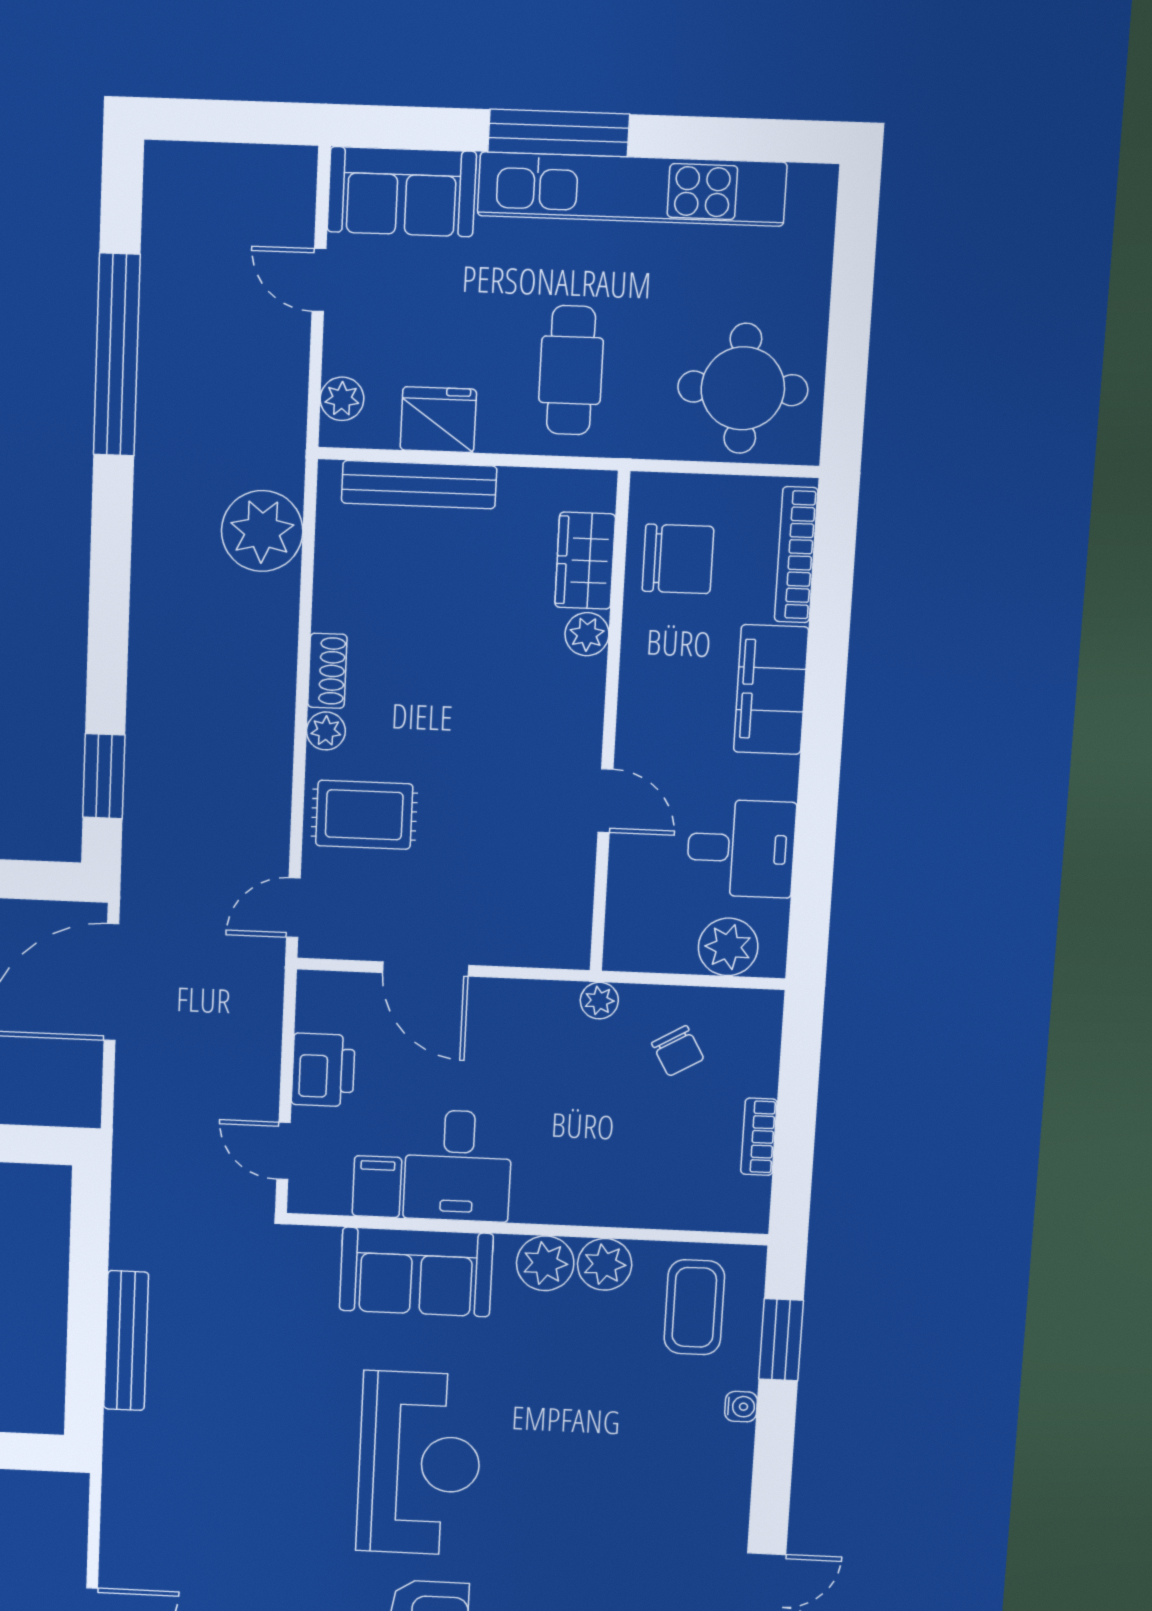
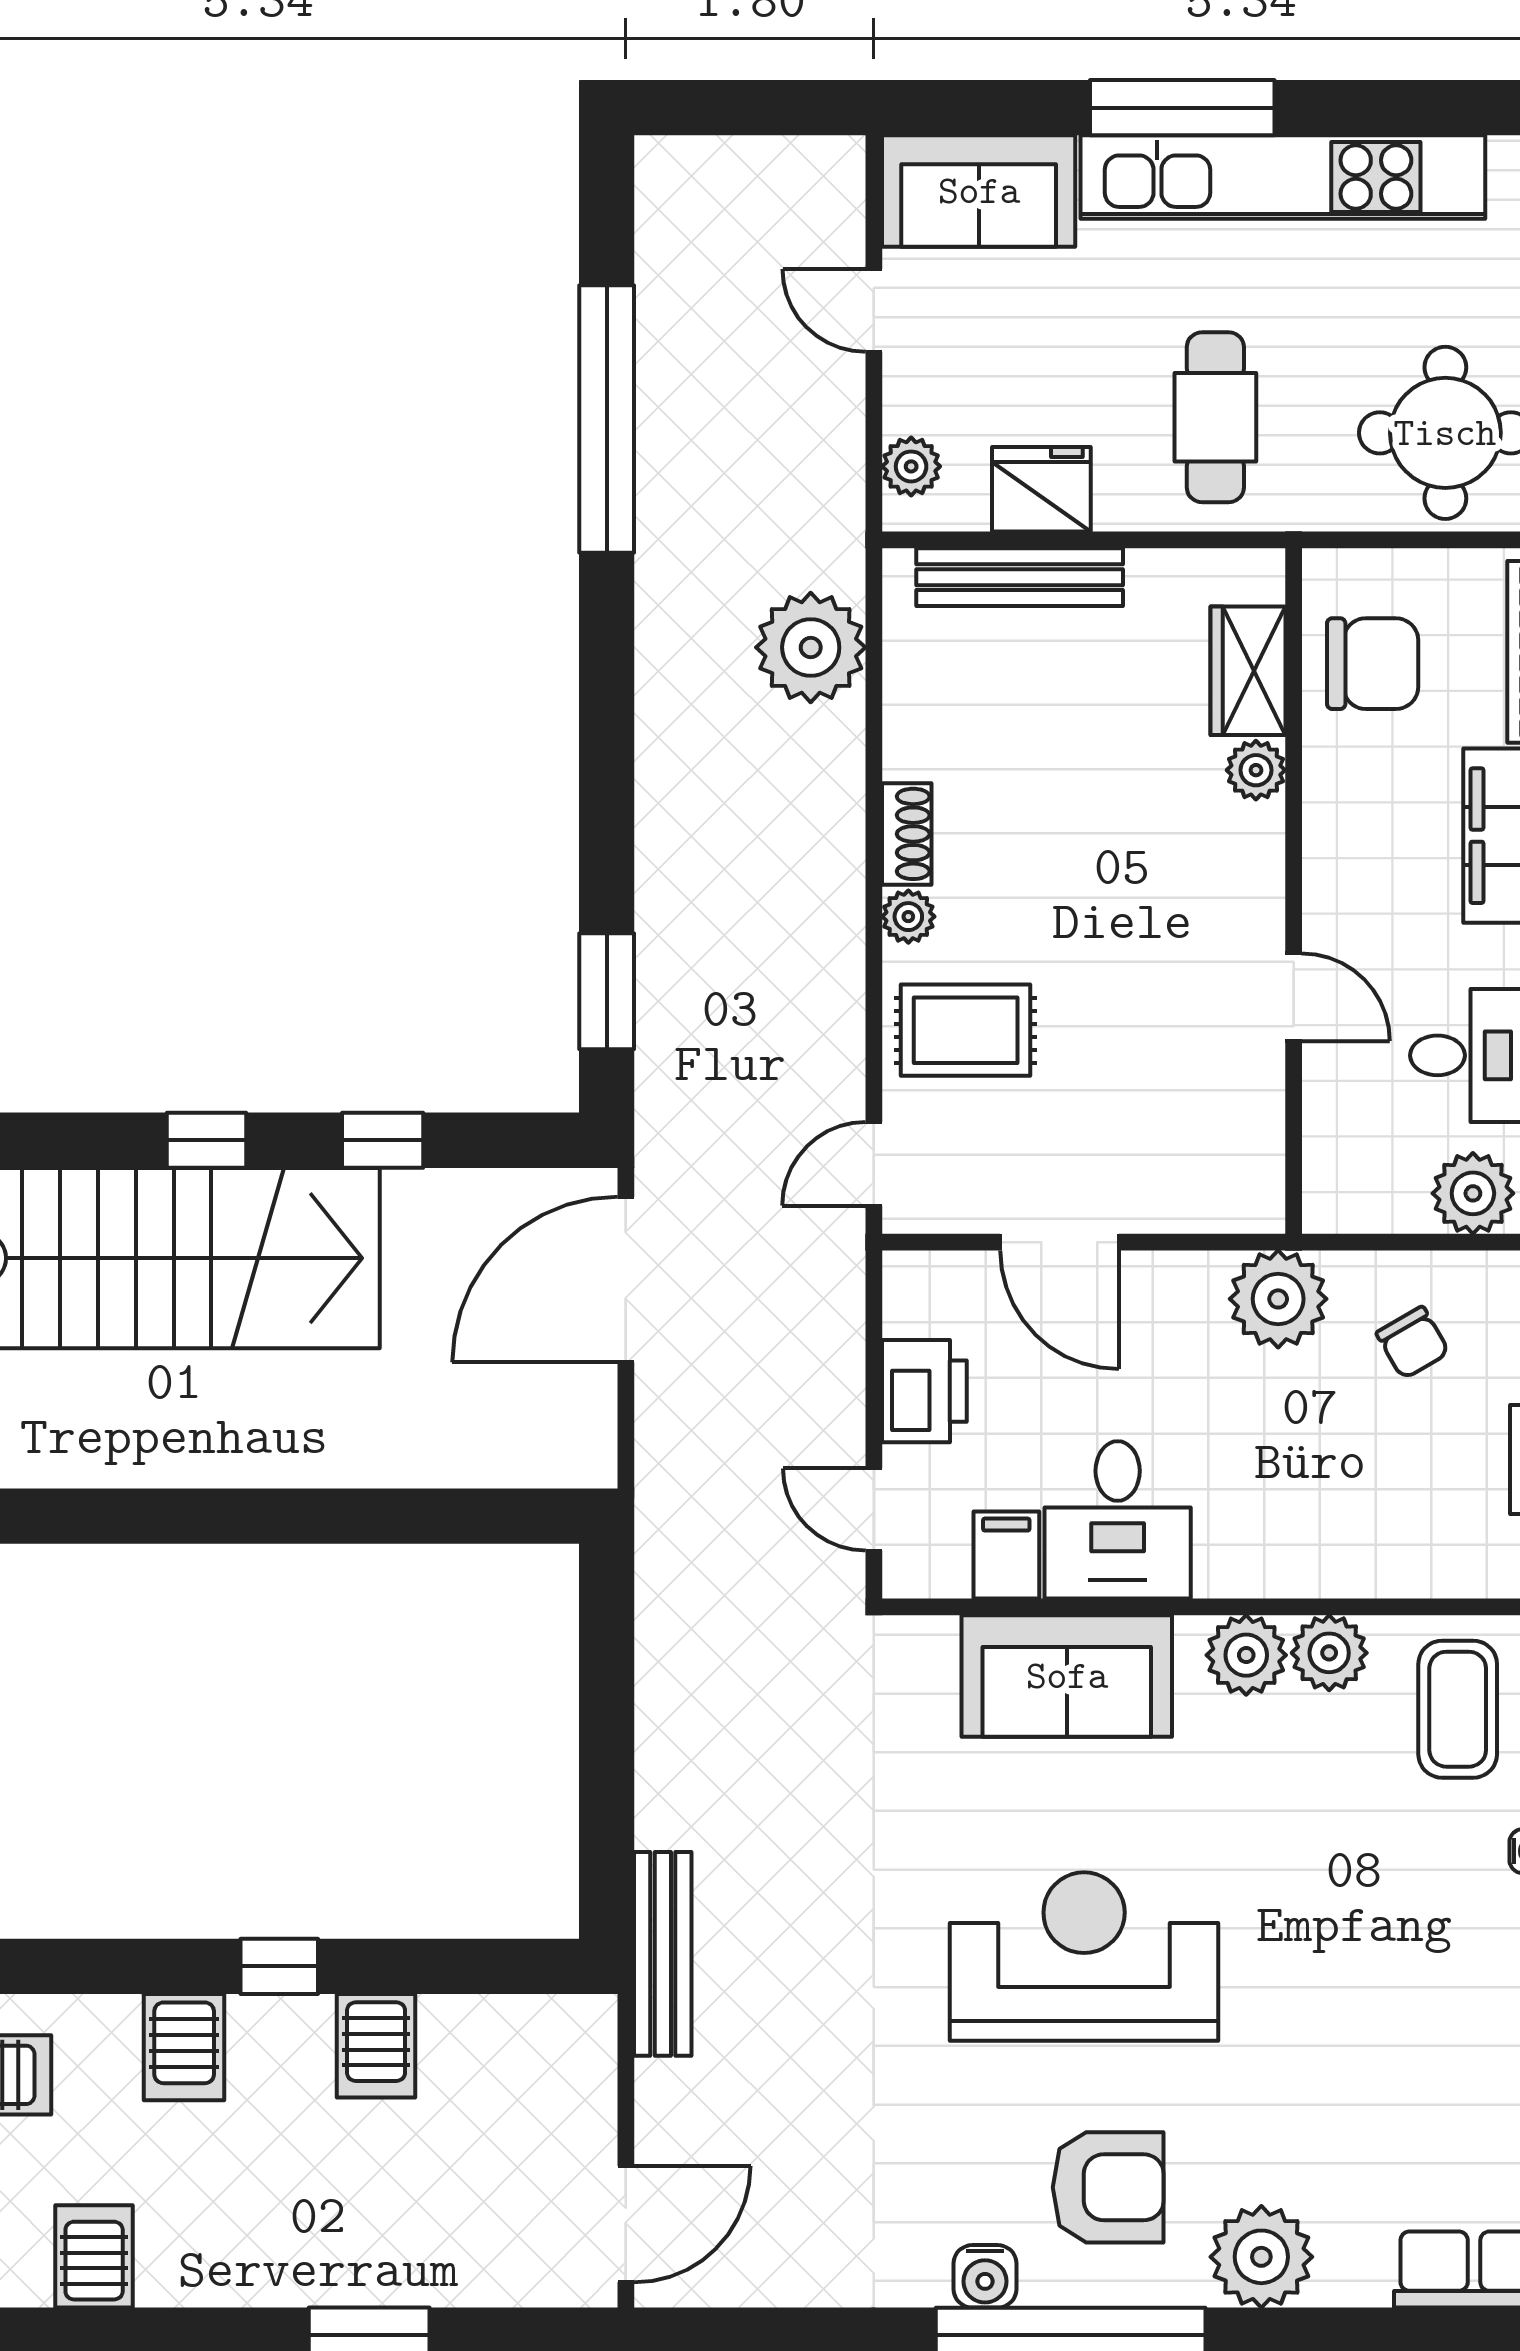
plant: (599, 1001) -> (1278, 1299), width x1.88, depth x1.88
bench: (126, 1341) -> (663, 1954), moved
reception desk: (419, 1463) -> (1084, 1957), turned -90

